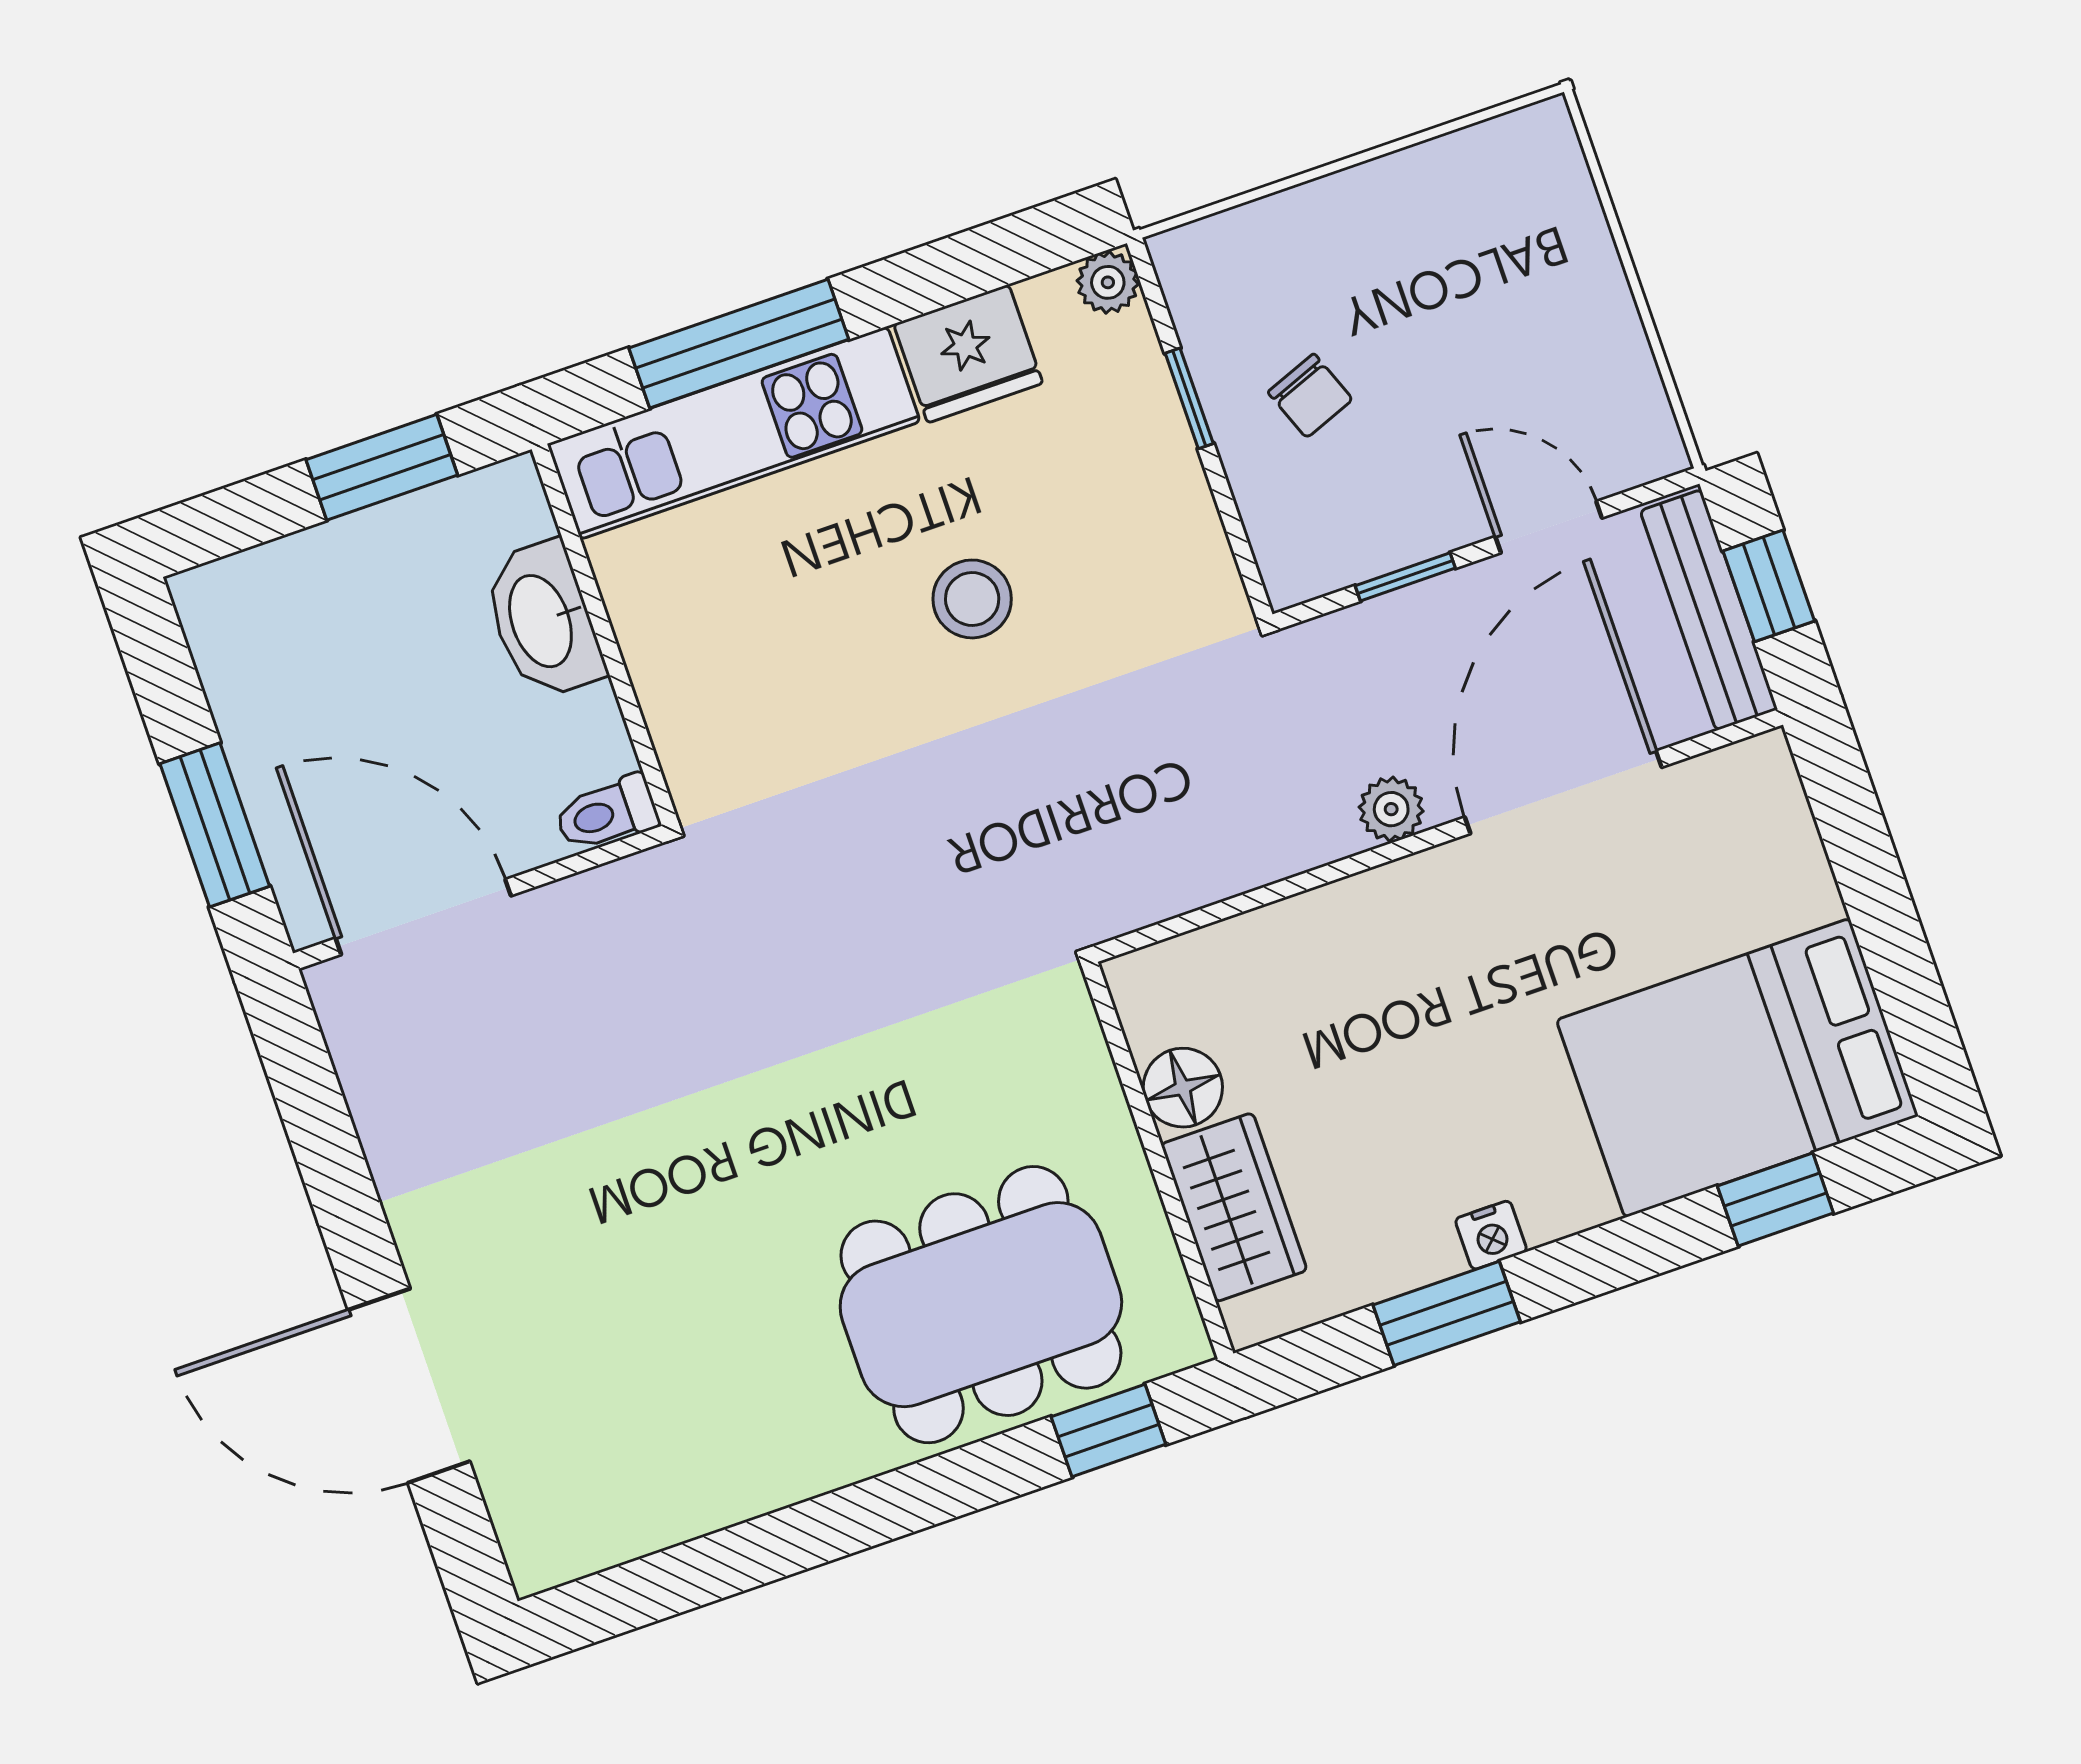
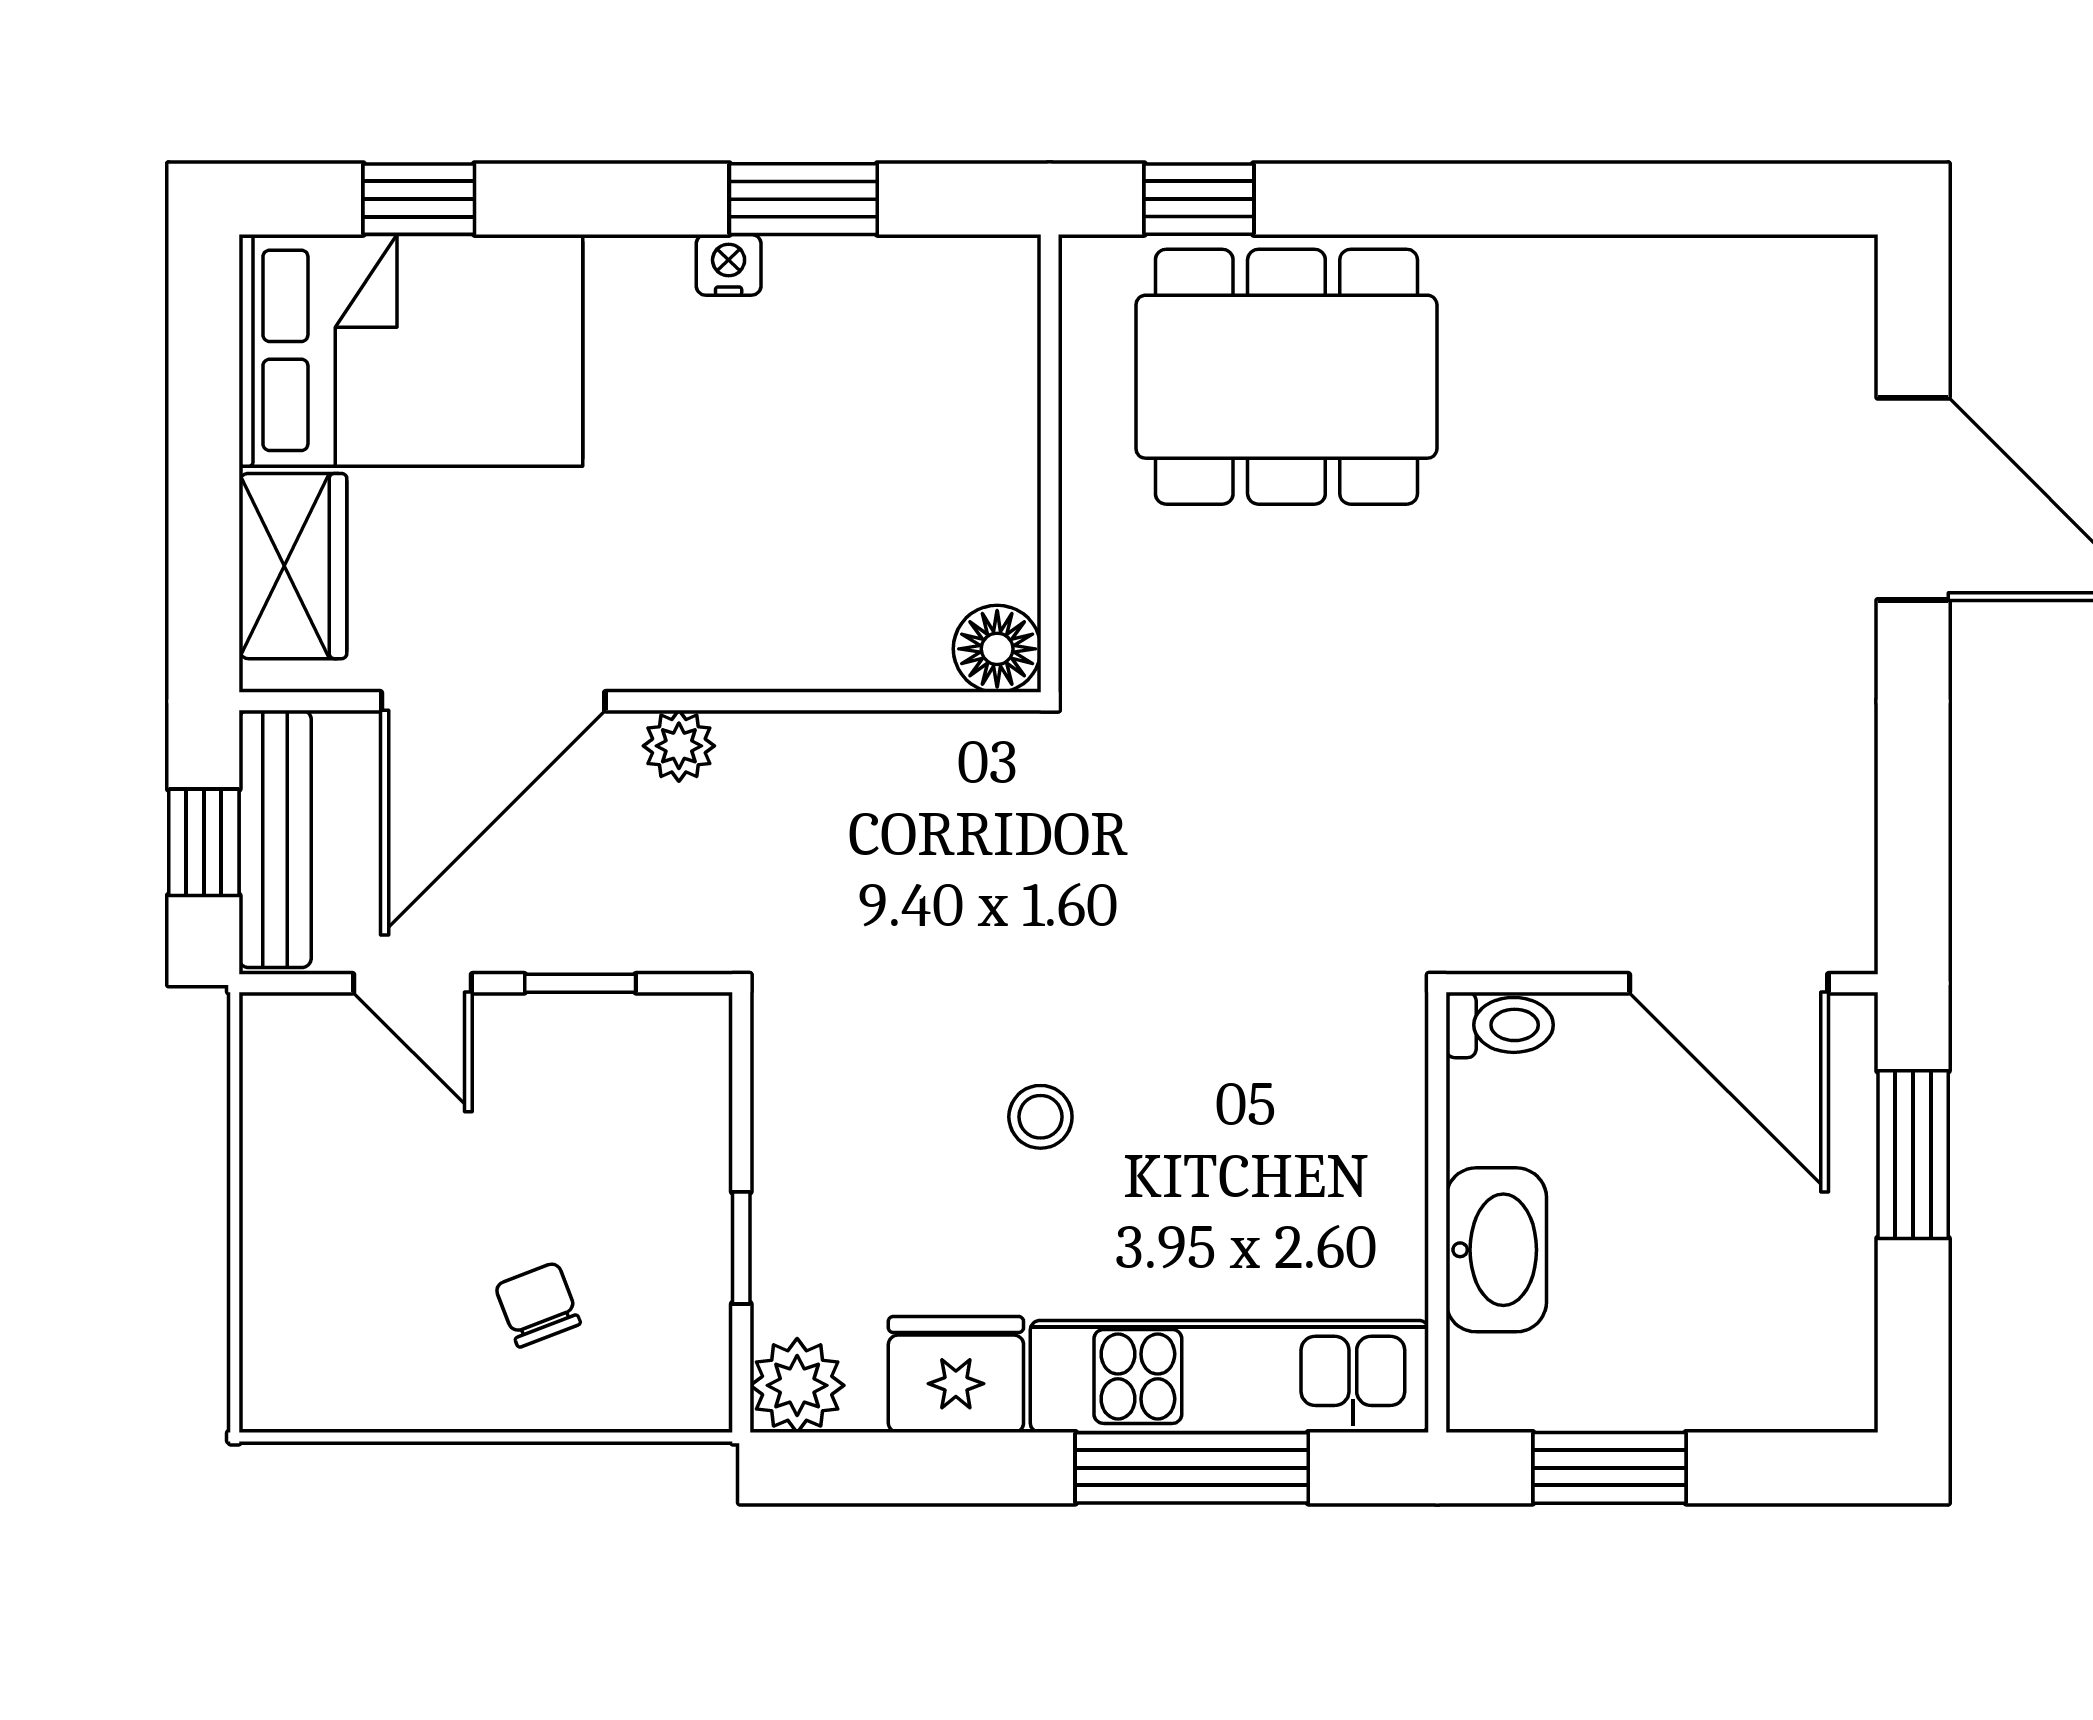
plant: (1108, 282) -> (797, 1385), width x1.38, depth x1.38
chair: (1310, 396) -> (538, 1305), moved
stool: (972, 599) -> (1040, 1117), width x0.73, depth x0.73
floor lamp: (1183, 1088) -> (997, 649), moved
wardrobe: (1234, 1207) -> (293, 566), moved, turned 180

